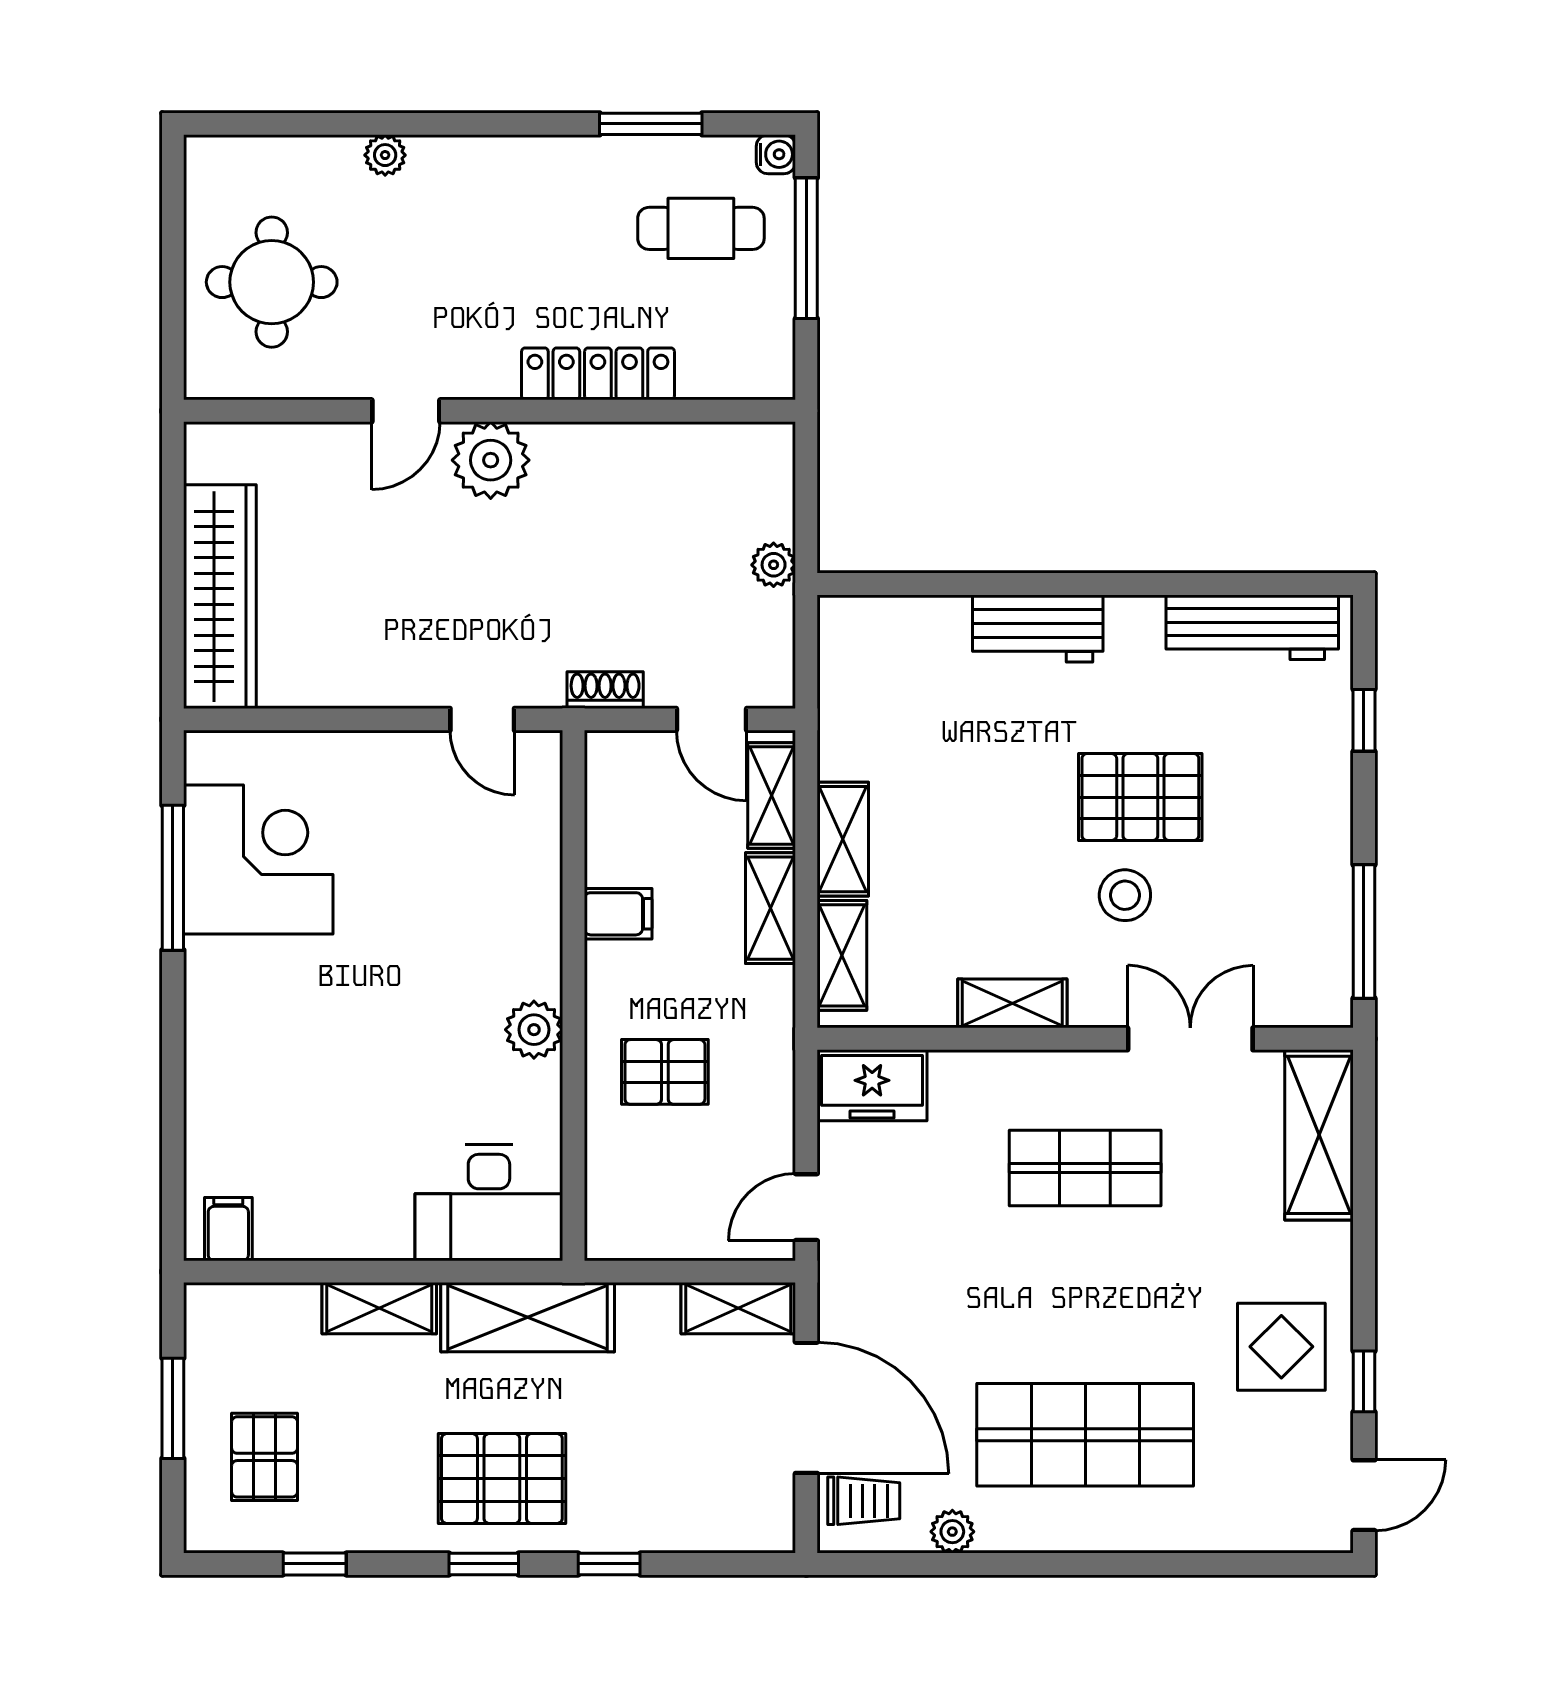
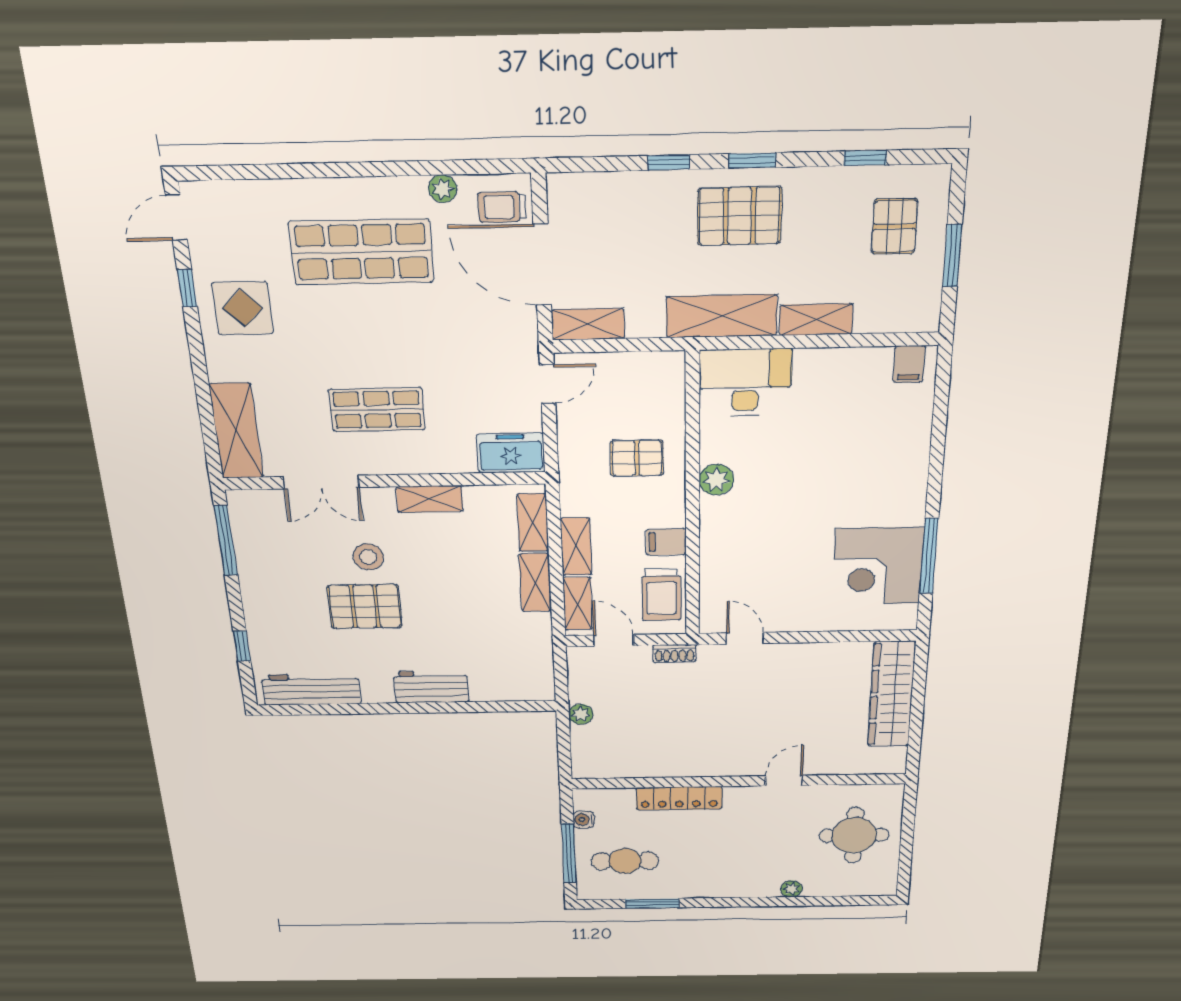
water cooler: (776, 154) -> (584, 819), moved
plant: (491, 460) -> (738, 759), removed
trolley: (627, 811) -> (662, 595), added

